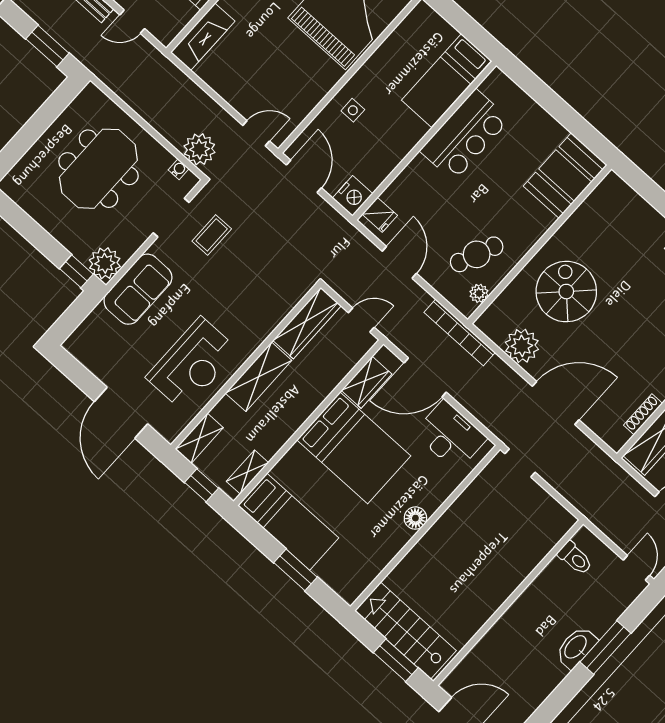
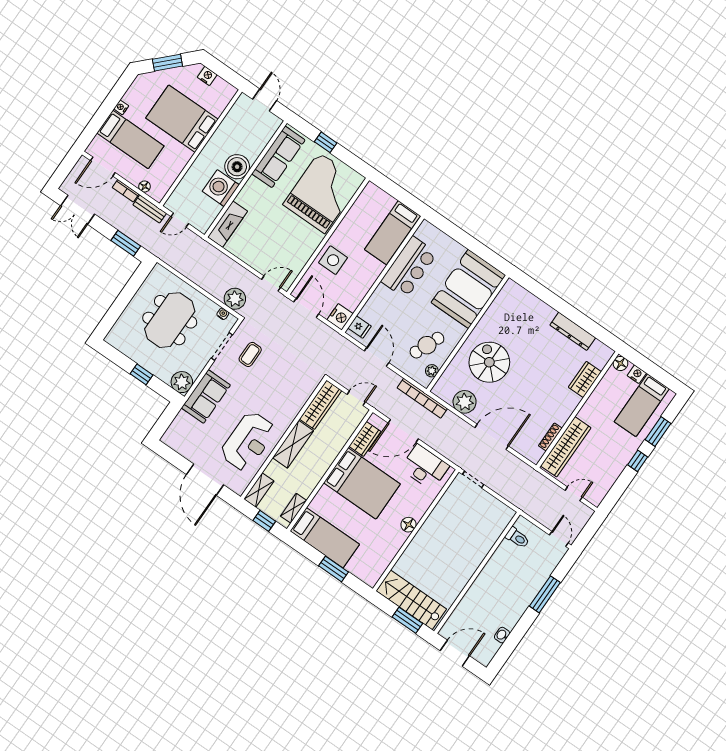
side table: (353, 110) -> (333, 260), width x1.87, depth x1.87
booth: (565, 176) -> (468, 289), width x1.36, depth x1.42
window: (76, 271) -> (141, 374), moved
washbasin: (576, 647) -> (502, 635), moved, width x0.52, depth x0.69

